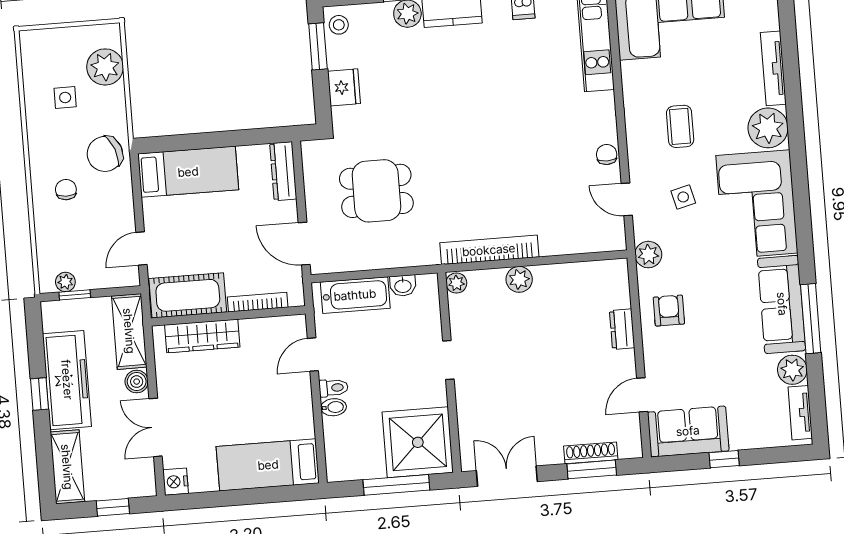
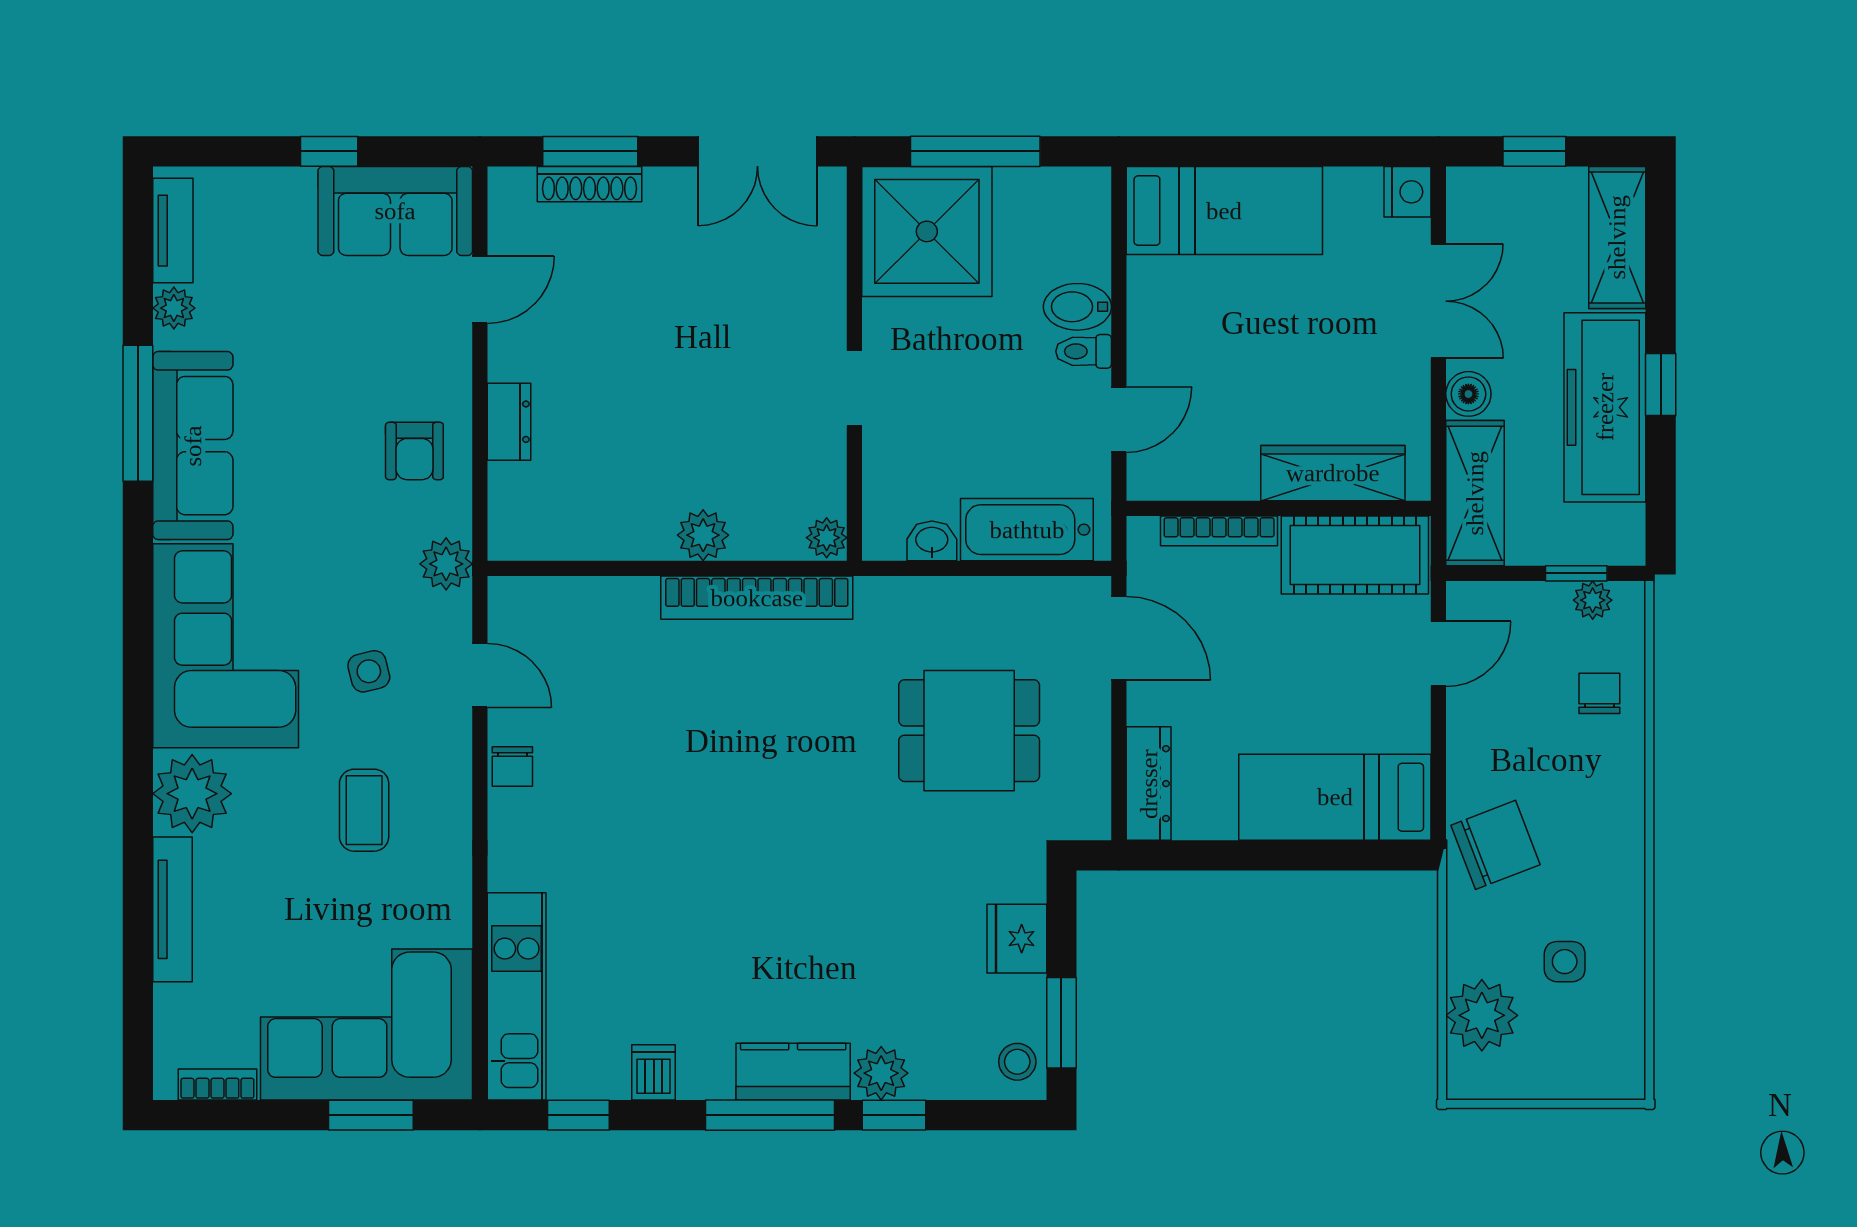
chair: (66, 190) -> (1599, 693), moved, turned 180
plant: (792, 370) -> (174, 308), width x0.73, depth x0.73
bidet: (334, 407) -> (1077, 307), width x1.38, depth x1.36

